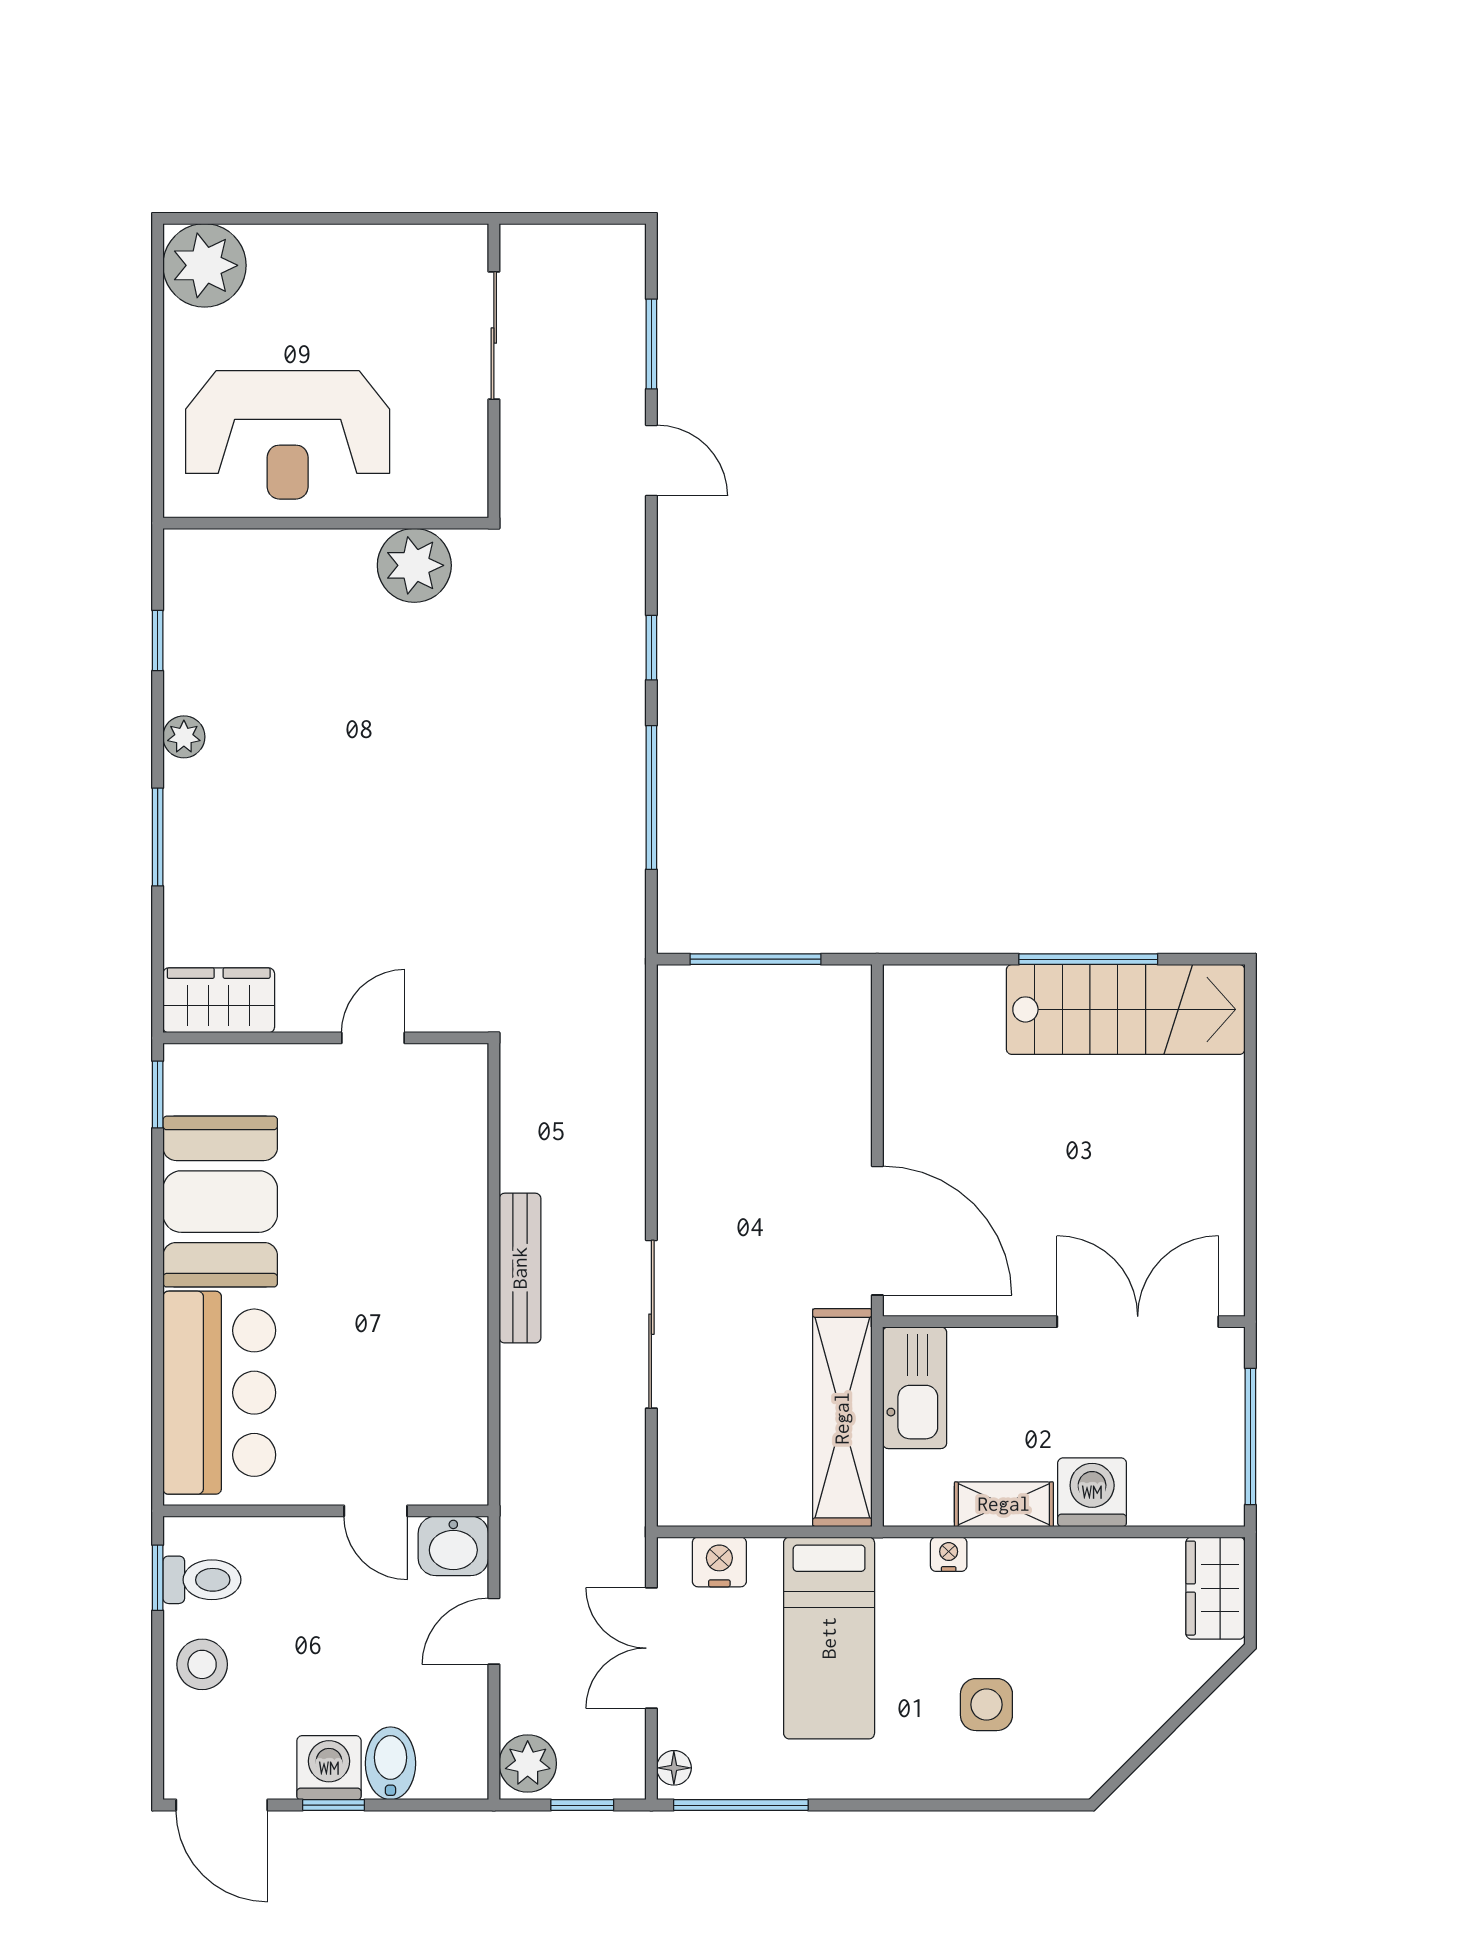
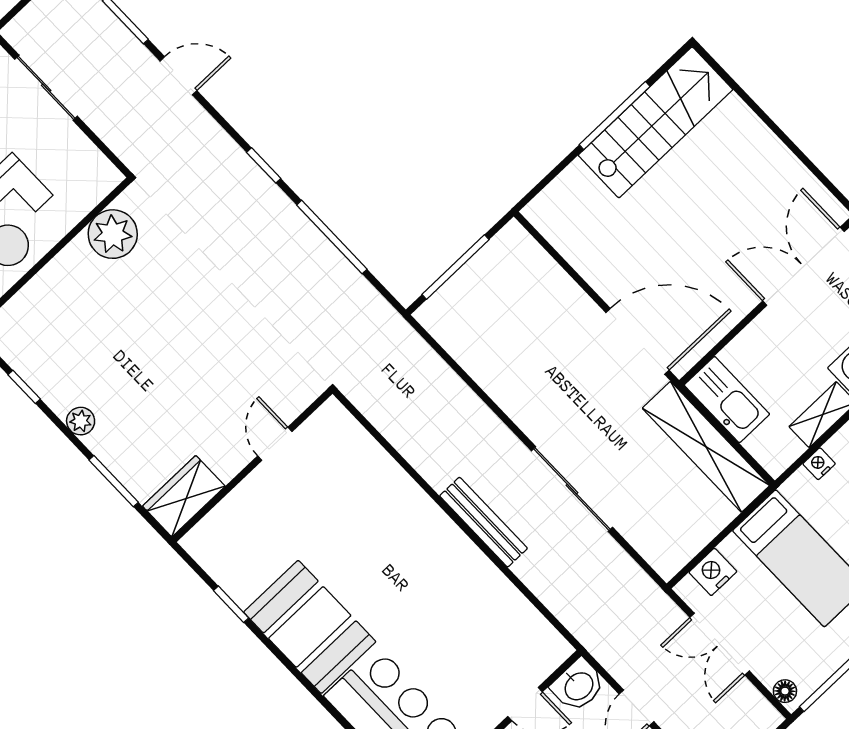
wardrobe: (219, 1000) -> (184, 496), moved
wall: (326, 1038) -> (252, 465), moved
door: (373, 1038) -> (275, 444), moved

